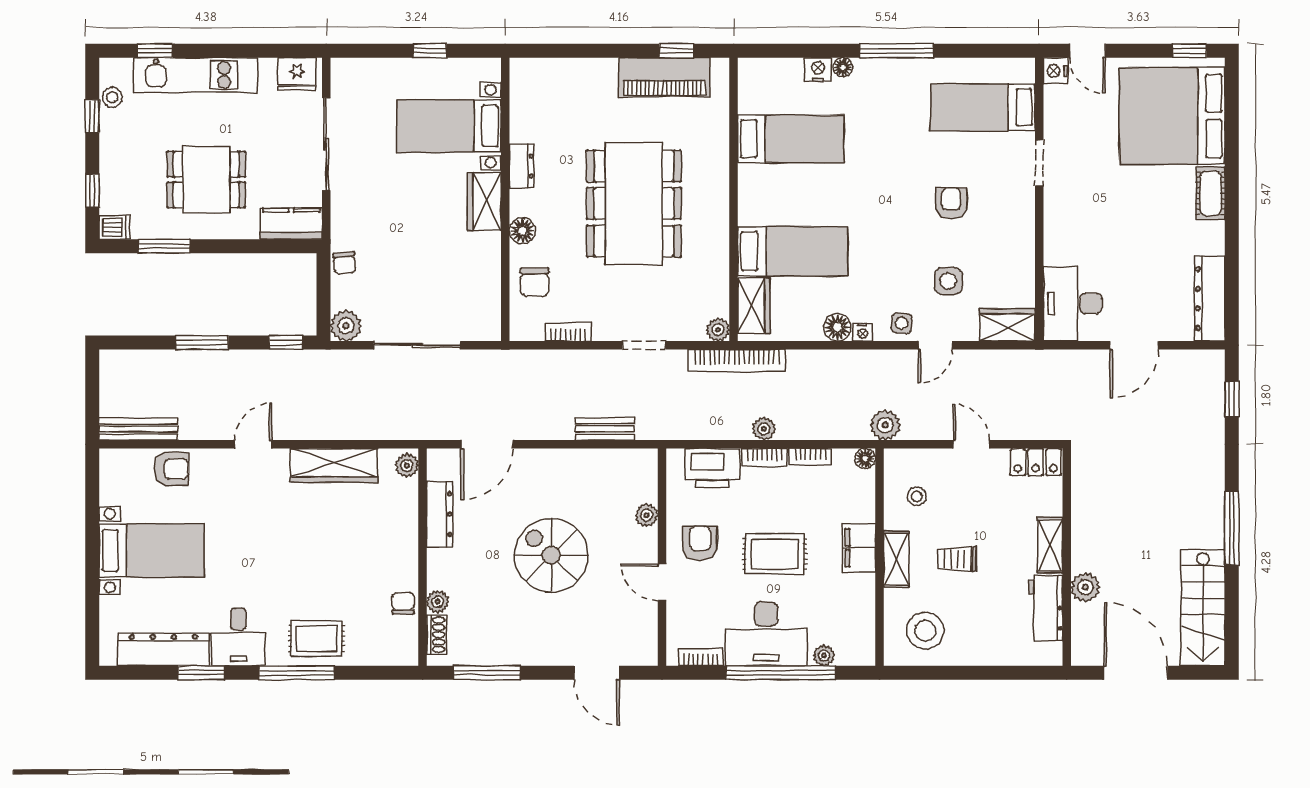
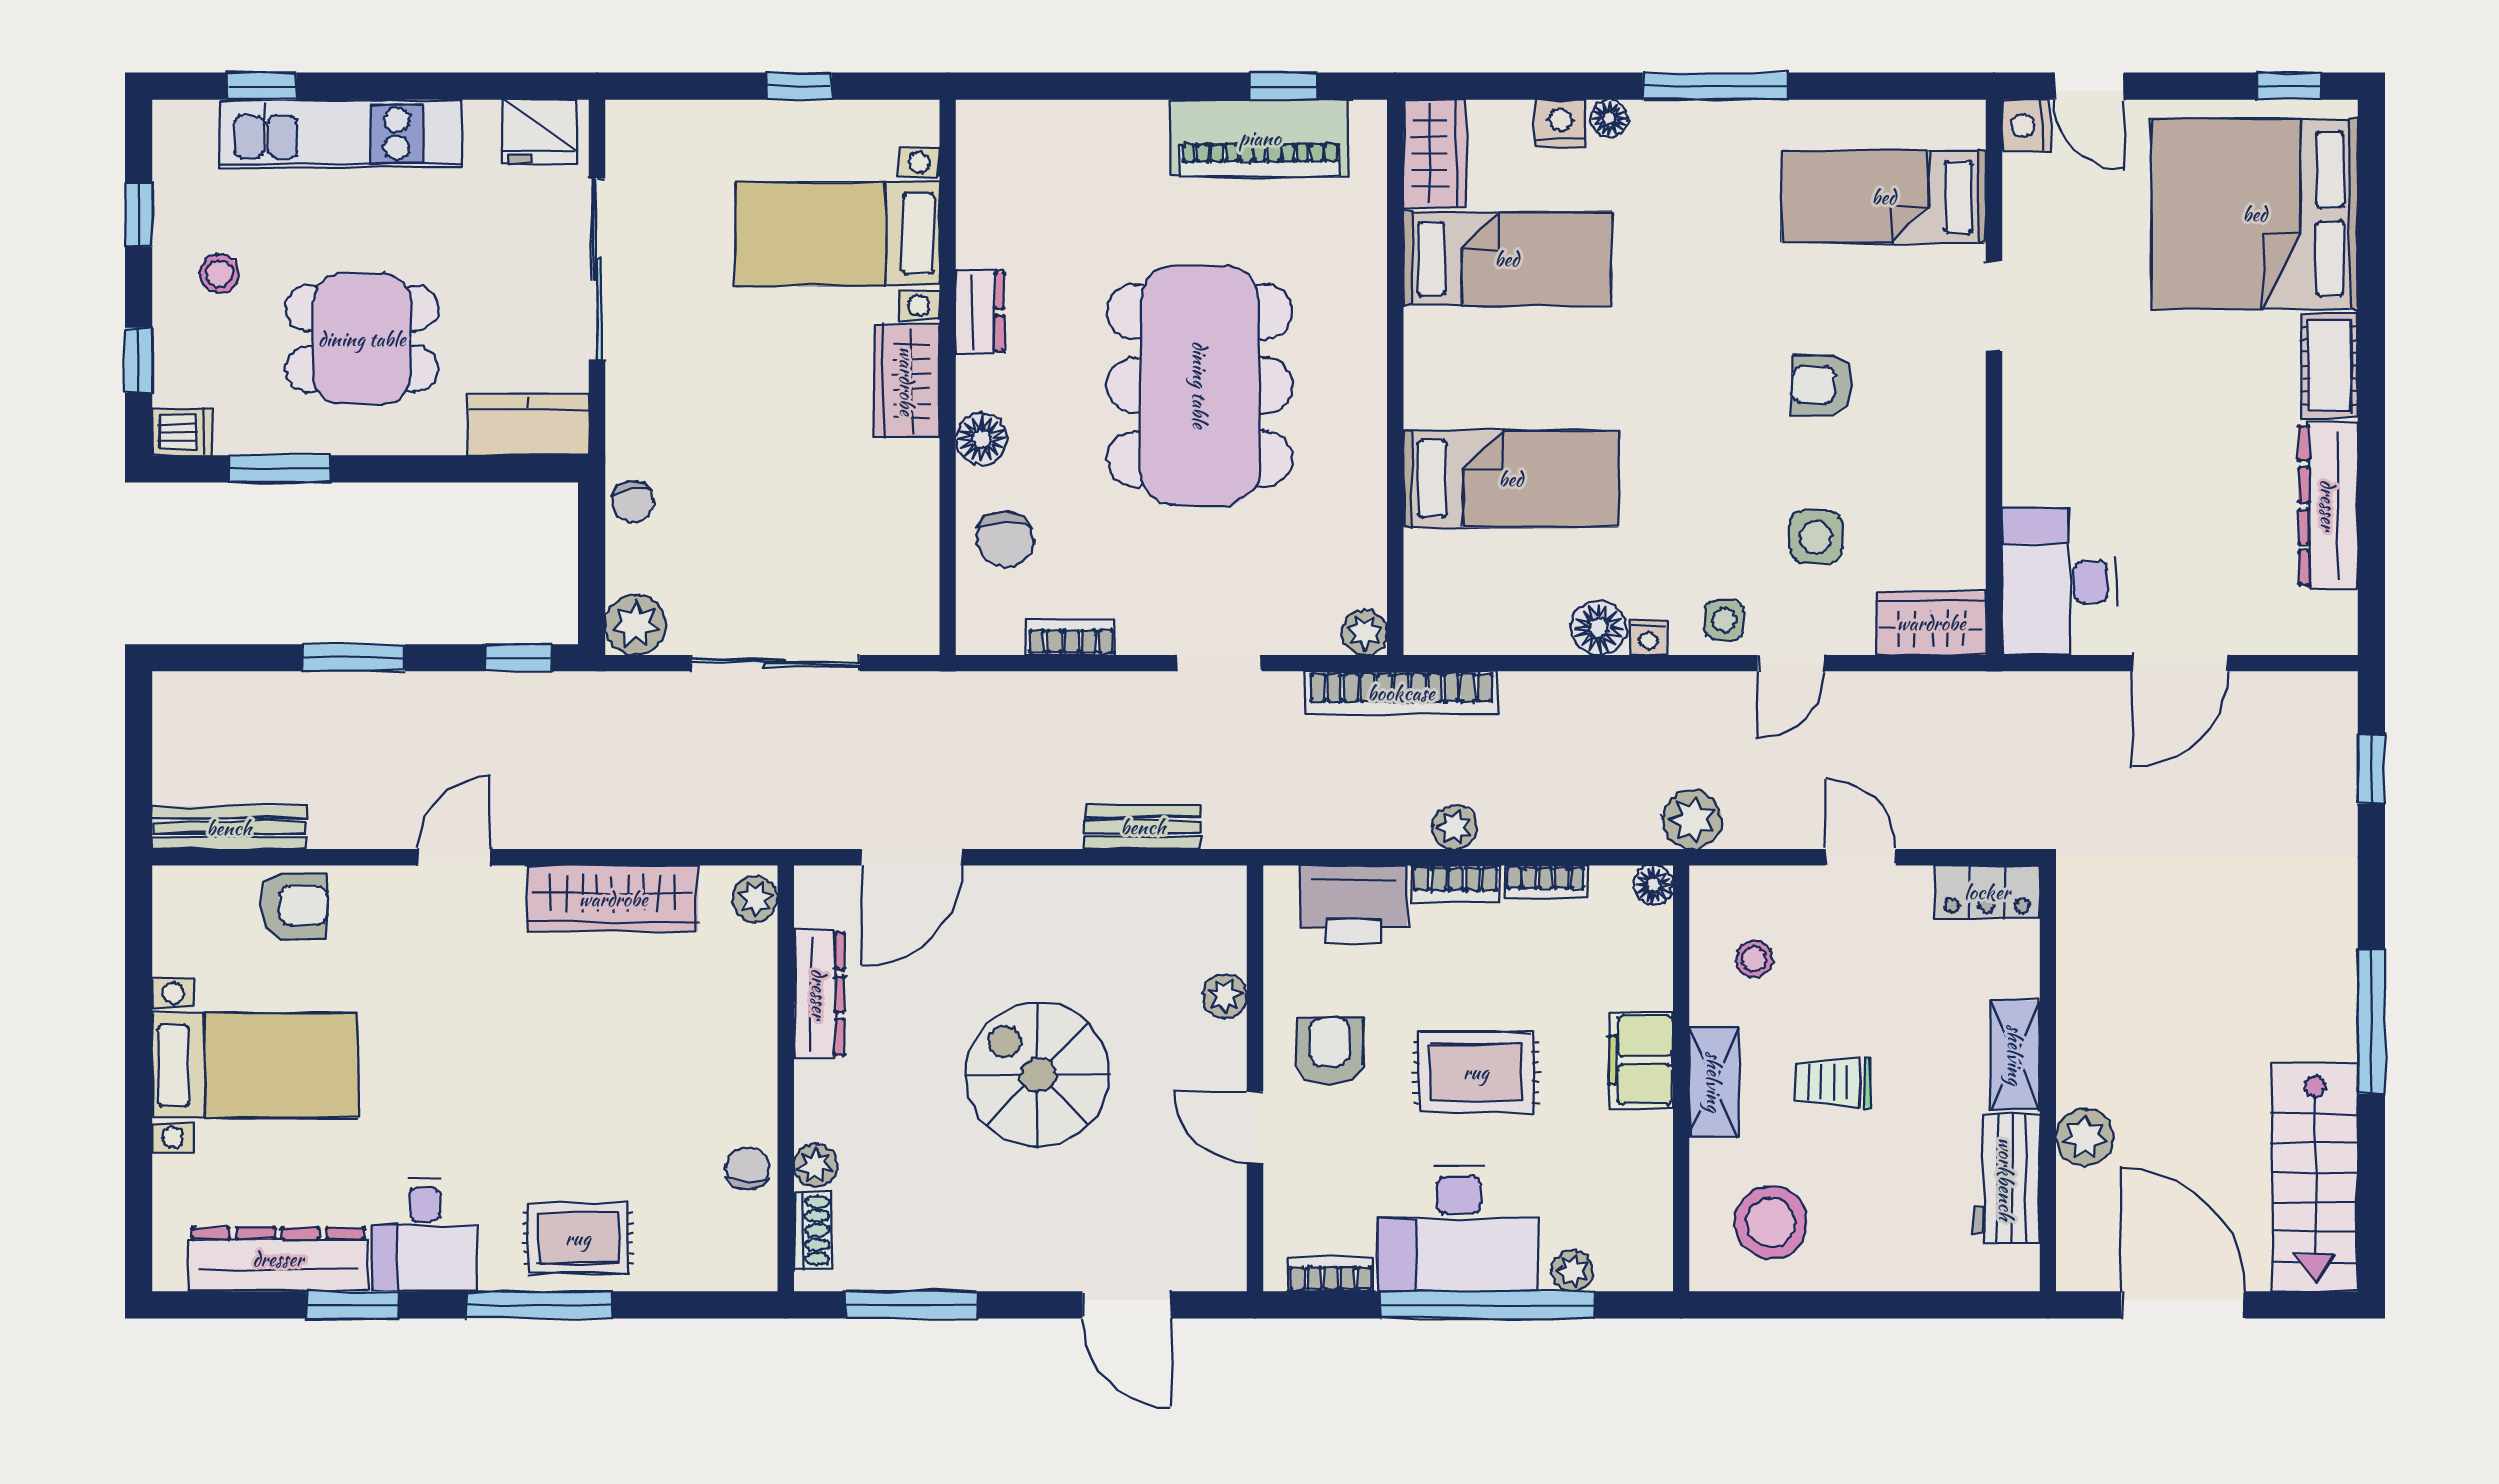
stool: (112, 97) -> (219, 274), moved
armchair: (951, 203) -> (1822, 385), turned -89
dresser: (1210, 299) -> (2328, 505), moved
wardrobe: (754, 306) -> (1435, 154), moved

